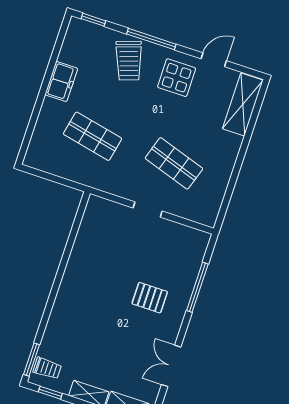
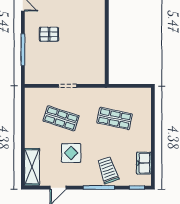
display table: (177, 78) -> (71, 153), moved
freezer: (61, 81) -> (144, 163), moved

